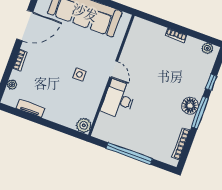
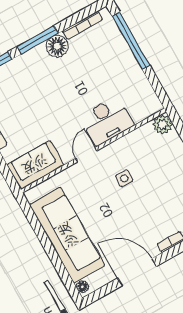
sofa: (138, 38) -> (35, 165), added
floor lamp: (190, 106) -> (57, 46), moved
window: (129, 153) -> (131, 41), moved

